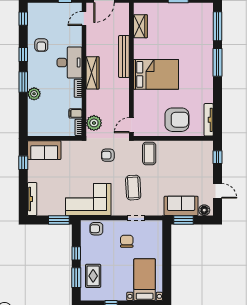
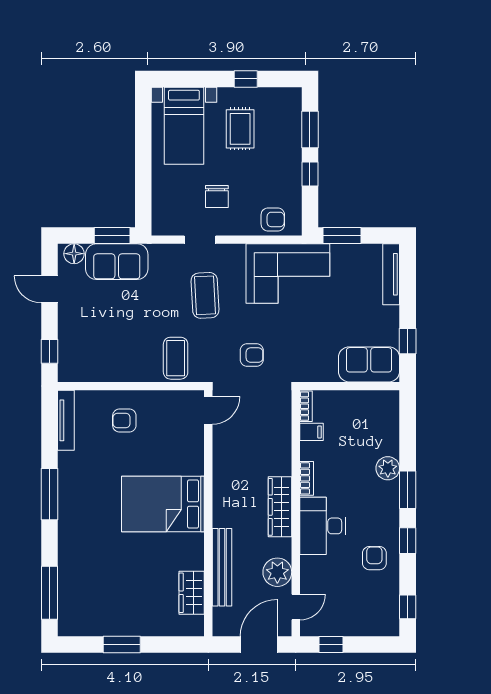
bench: (124, 57) -> (222, 567), moved
window: (217, 62) -> (50, 494), moved
armchair: (177, 120) -> (124, 421), width x0.53, depth x0.53
plant: (94, 123) -> (277, 572), moved
rug: (93, 276) -> (240, 129), moved

